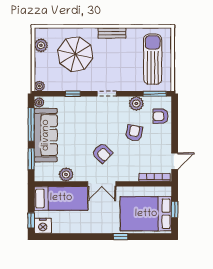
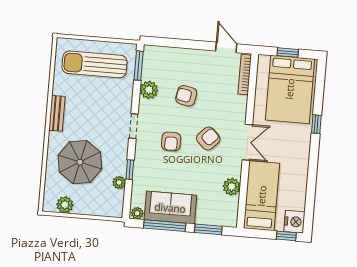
plant: (39, 86) -> (119, 183), moved
armchair: (161, 116) -> (171, 141), moved
sofa: (46, 135) -> (170, 208), width x0.73

